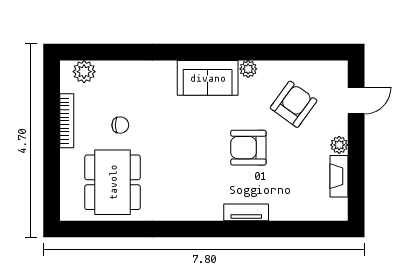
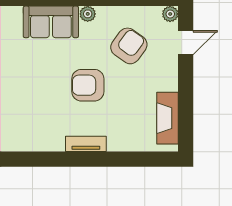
plant: (339, 145) -> (170, 14), moved
fireplace: (339, 176) -> (167, 118), width x1.37, depth x1.32

